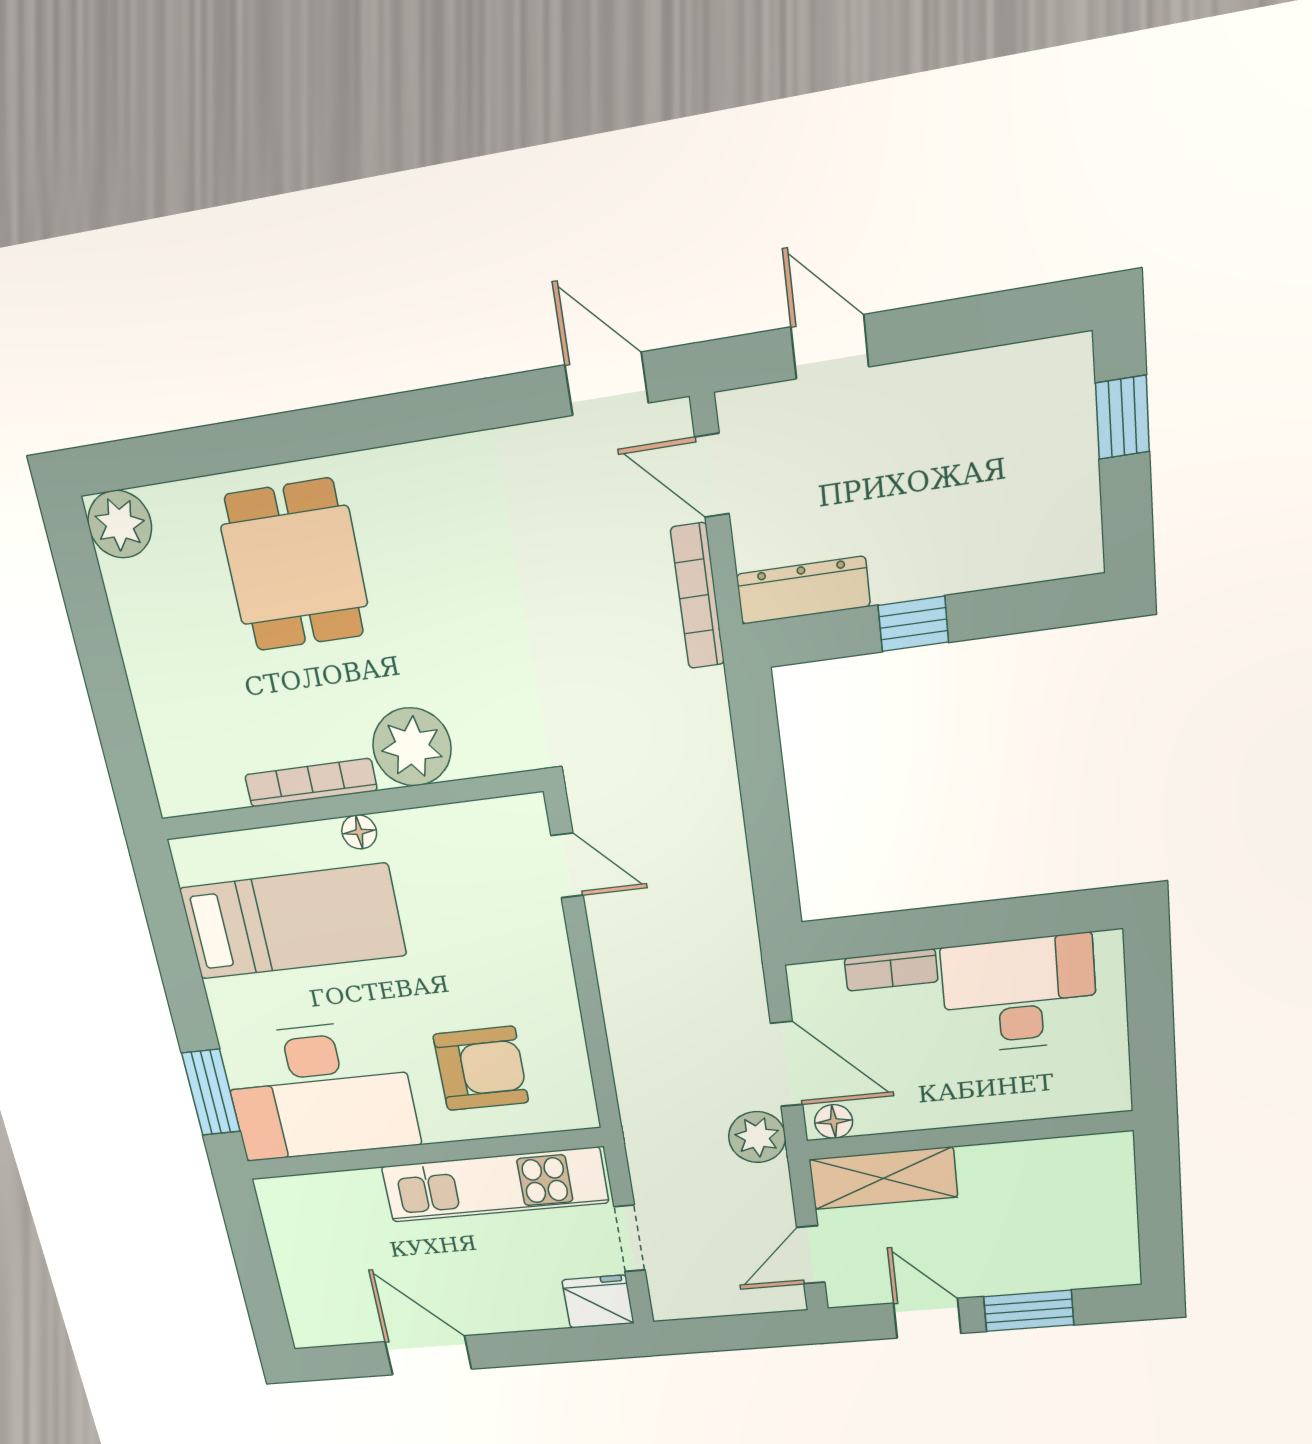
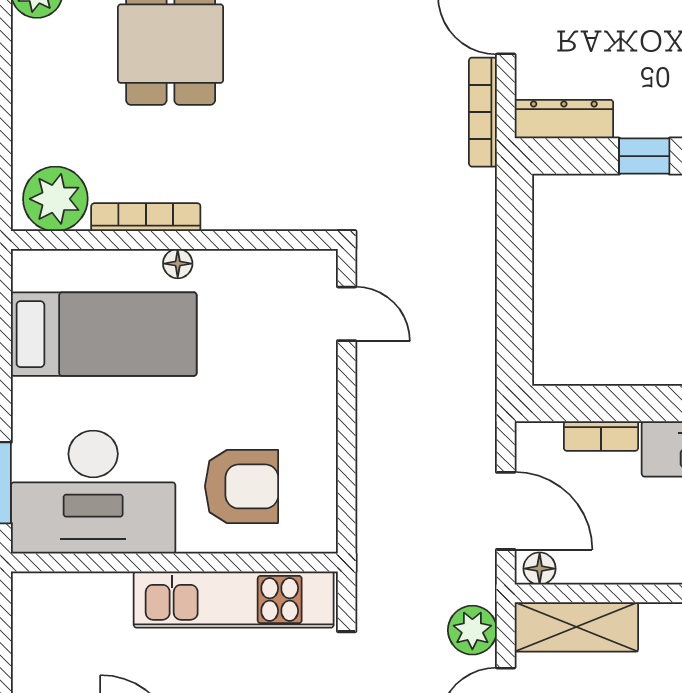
plant: (412, 747) -> (55, 199), moved
plant: (757, 1137) -> (472, 630), moved

